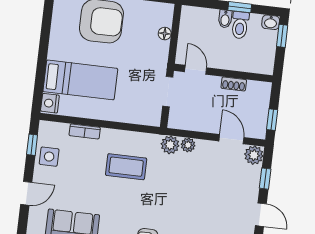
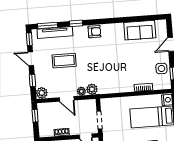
door: (231, 139) -> (67, 99), moved
coffee table: (126, 167) -> (64, 61), moved

